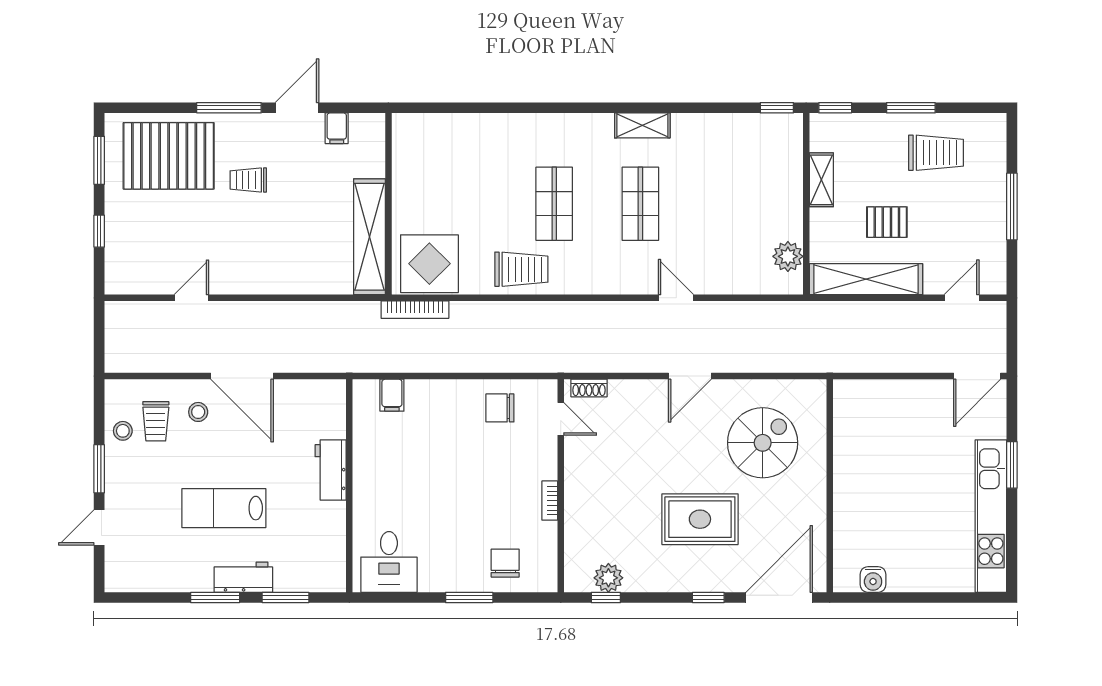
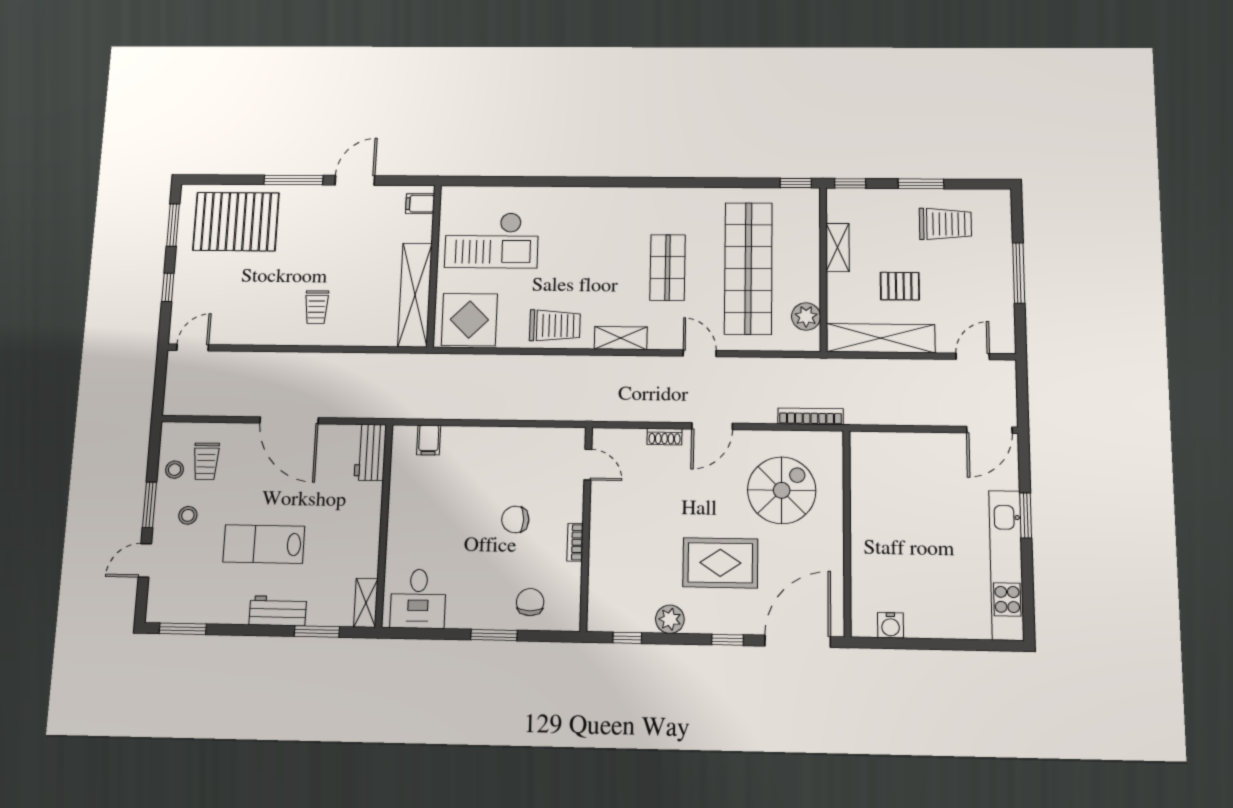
shelving: (642, 125) -> (621, 338), moved
filing cabinet: (337, 128) -> (420, 204), moved, turned 90
checkout: (450, 175) -> (492, 240), added
trolley: (248, 180) -> (317, 307), moved, turned -90
shop shelf: (554, 204) -> (748, 268), moved, width x2.00, depth x1.36
door: (191, 298) -> (193, 347), moved
bookcase: (415, 310) -> (811, 416), moved, turned 180
shoe rack: (589, 388) -> (665, 437), moved
chair: (500, 408) -> (515, 519), moved
stool: (198, 412) -> (188, 515), moved
workbench: (331, 470) -> (370, 452), moved
shelving: (335, 567) -> (366, 603), added
plant: (608, 578) -> (670, 619), moved
window: (215, 597) -> (183, 629), moved

